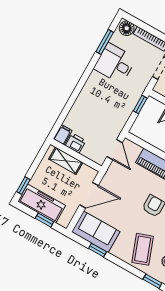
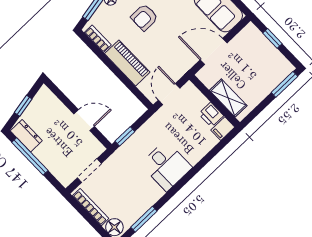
desk: (115, 63) -> (166, 166), moved
window: (23, 186) -> (284, 84), width x1.50
freezer: (42, 204) -> (270, 58), removed

